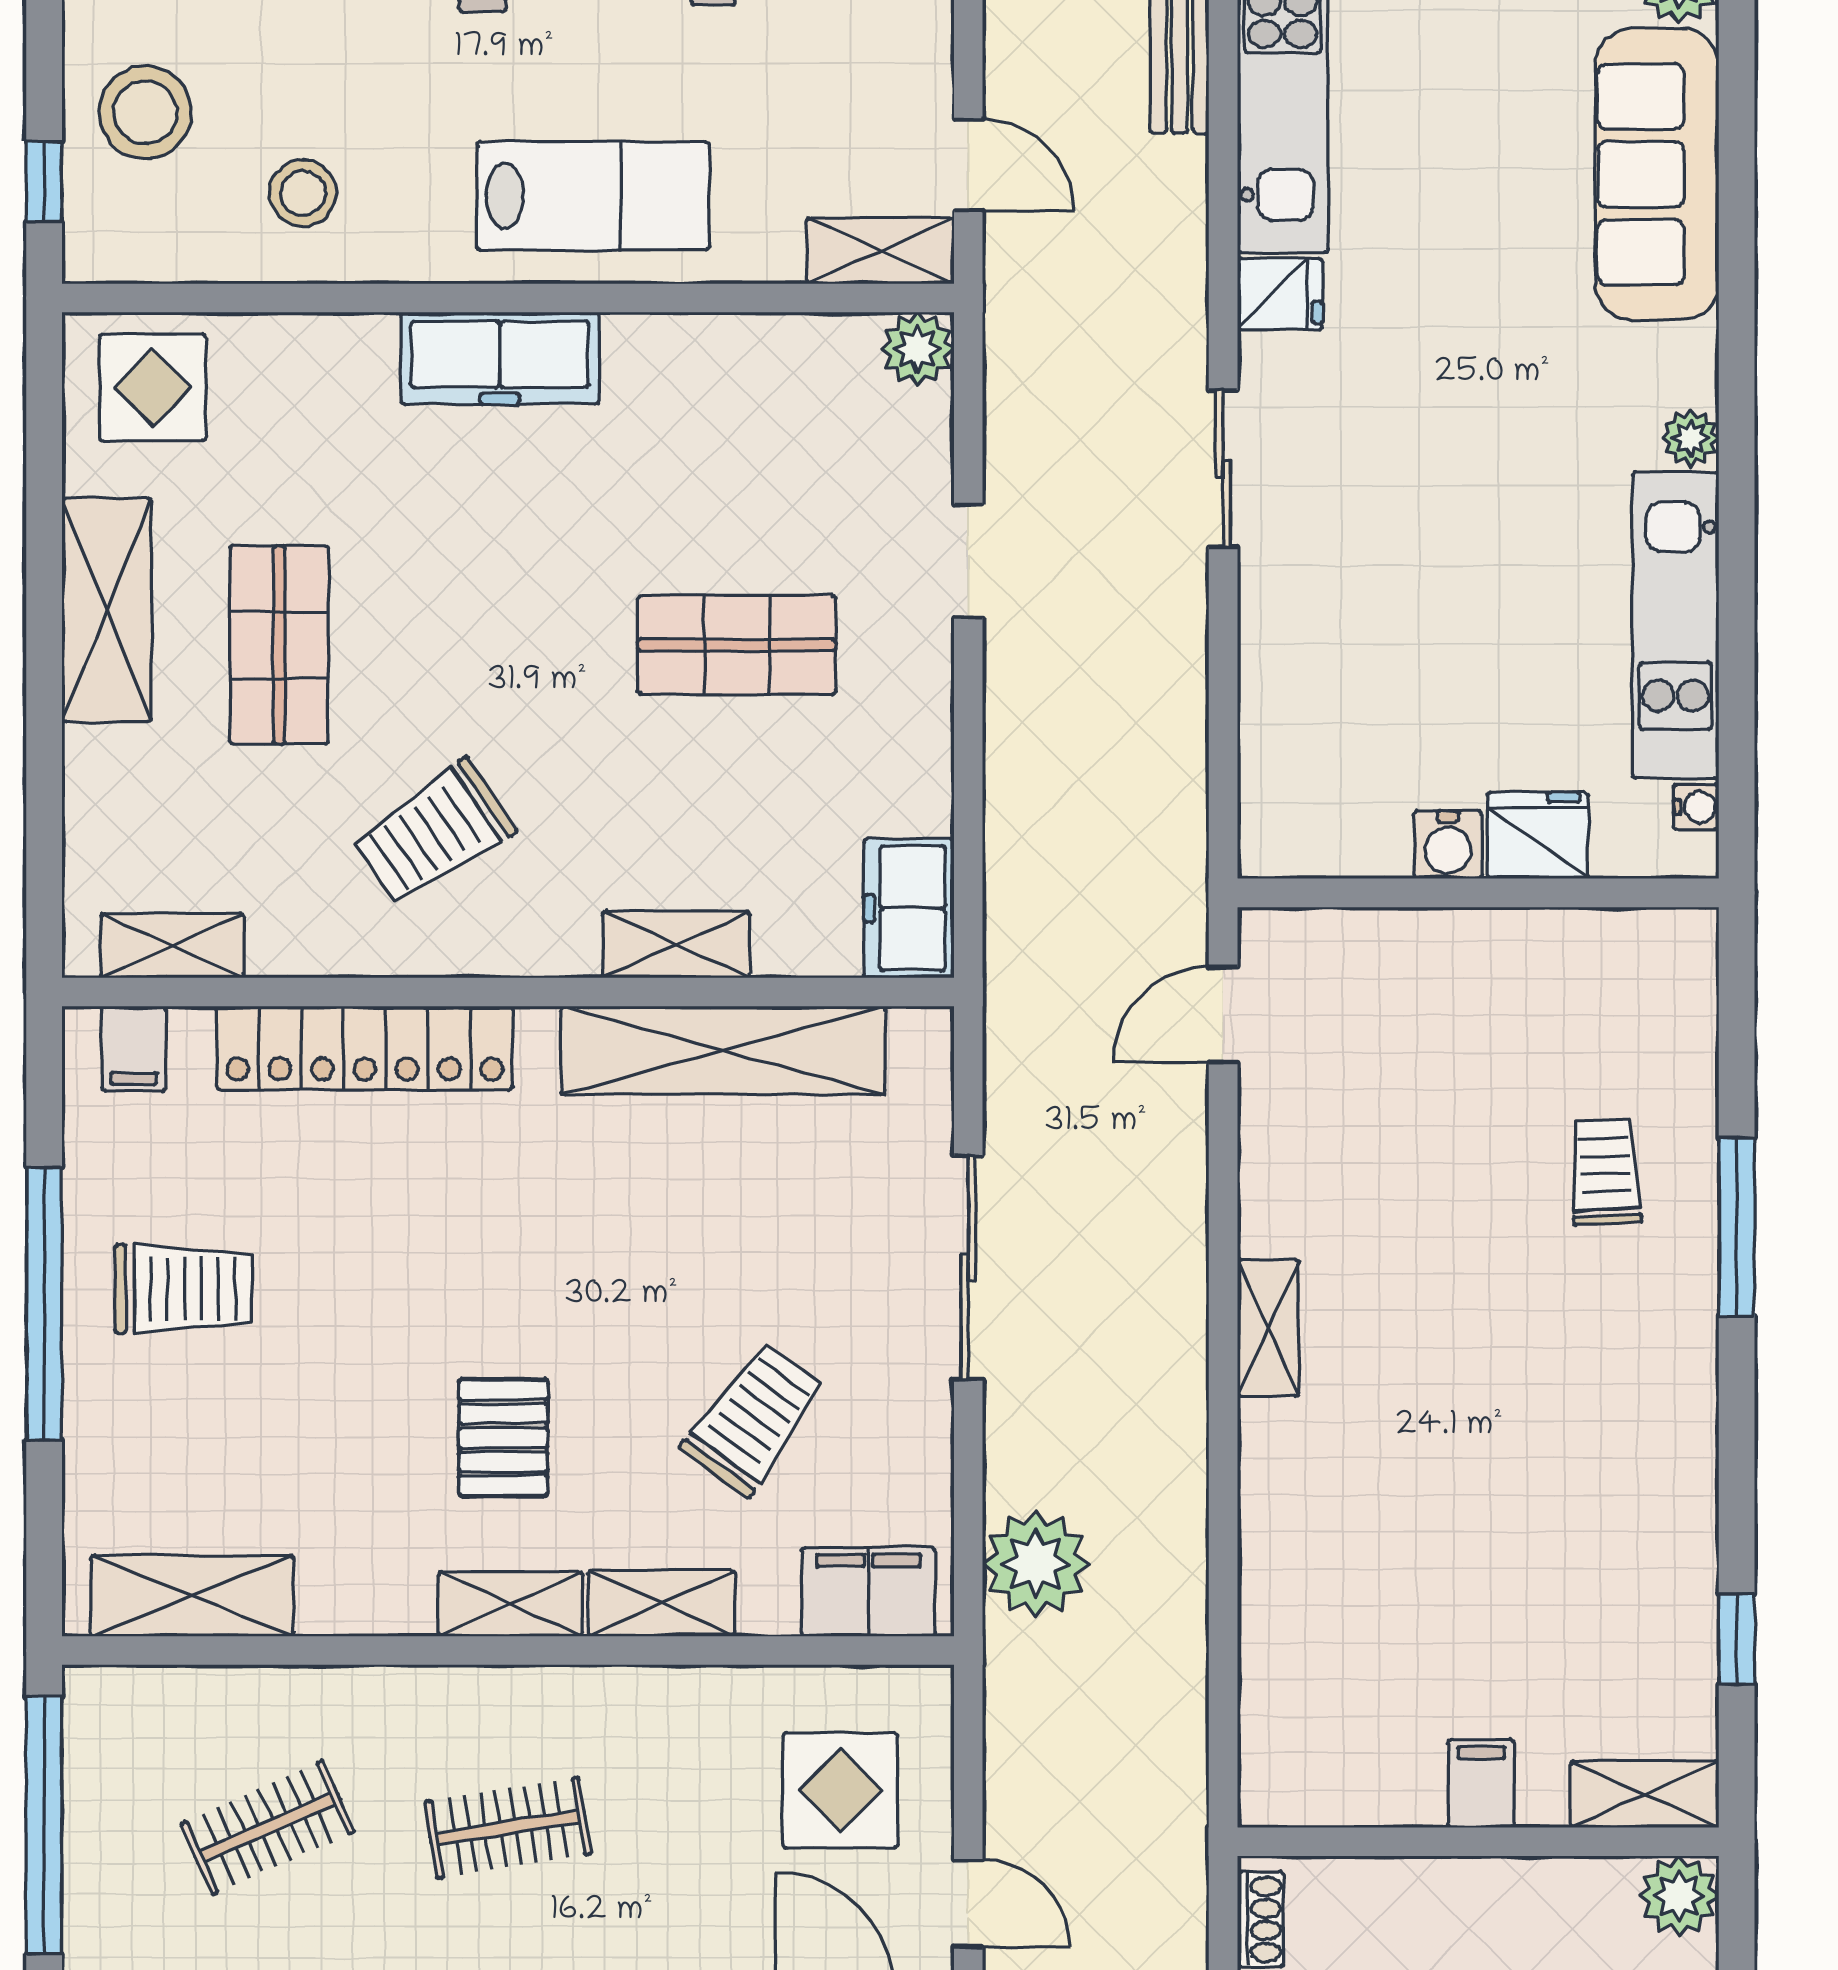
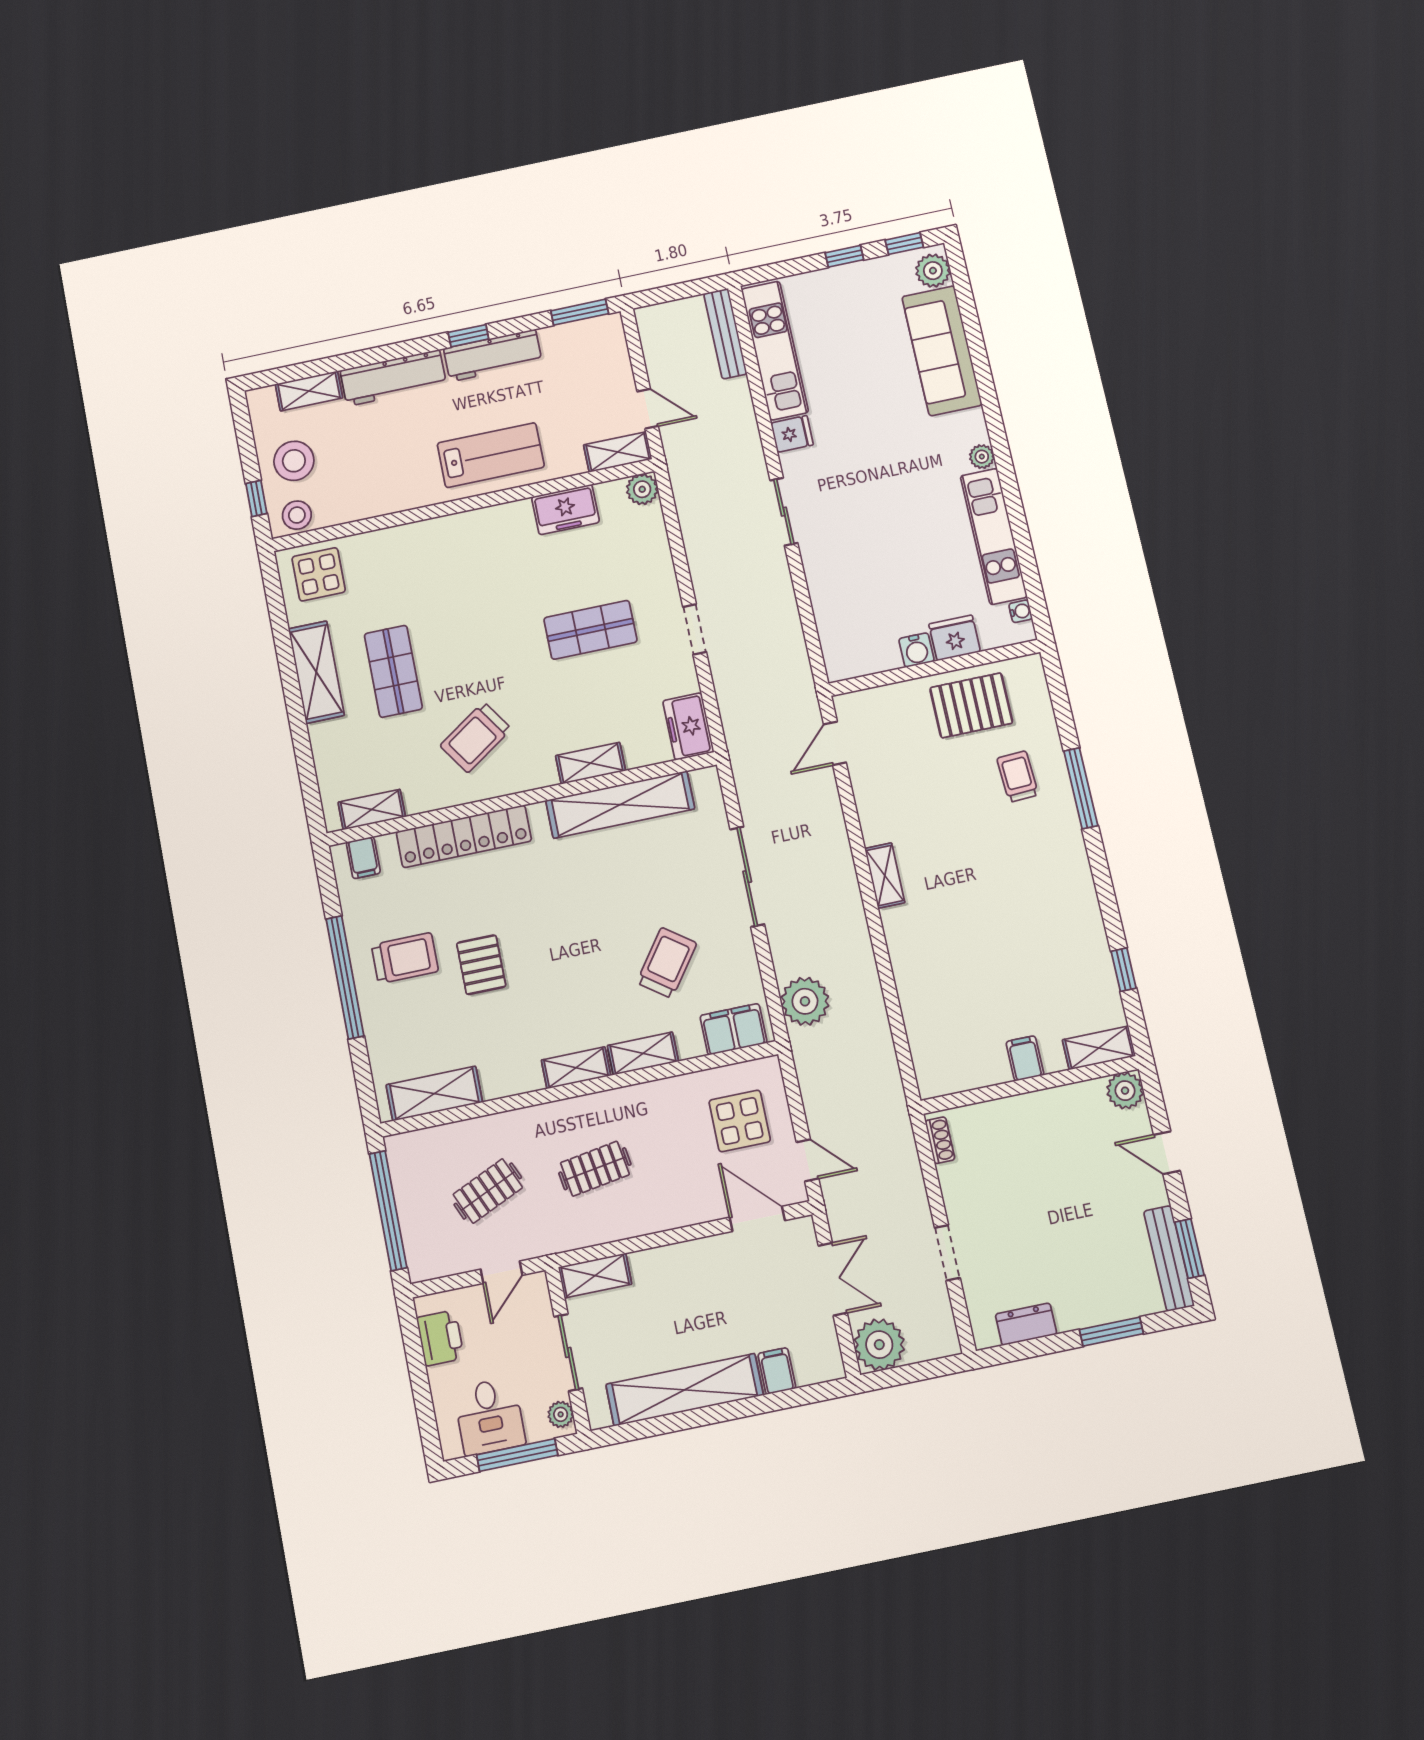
stool: (303, 193) -> (297, 515), moved
freezer: (500, 358) -> (566, 510), moved, width x0.71
doorway: (968, 561) -> (695, 629), moved
pallet: (1540, 994) -> (971, 705), added
pallet: (503, 1438) -> (481, 965), moved

